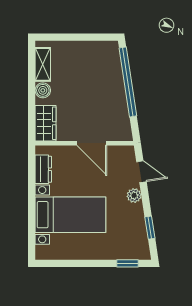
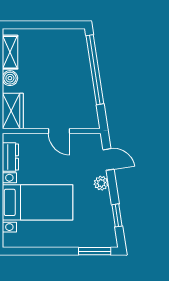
door: (92, 143) -> (59, 131), width x0.73
window: (128, 263) -> (95, 251), width x1.50

